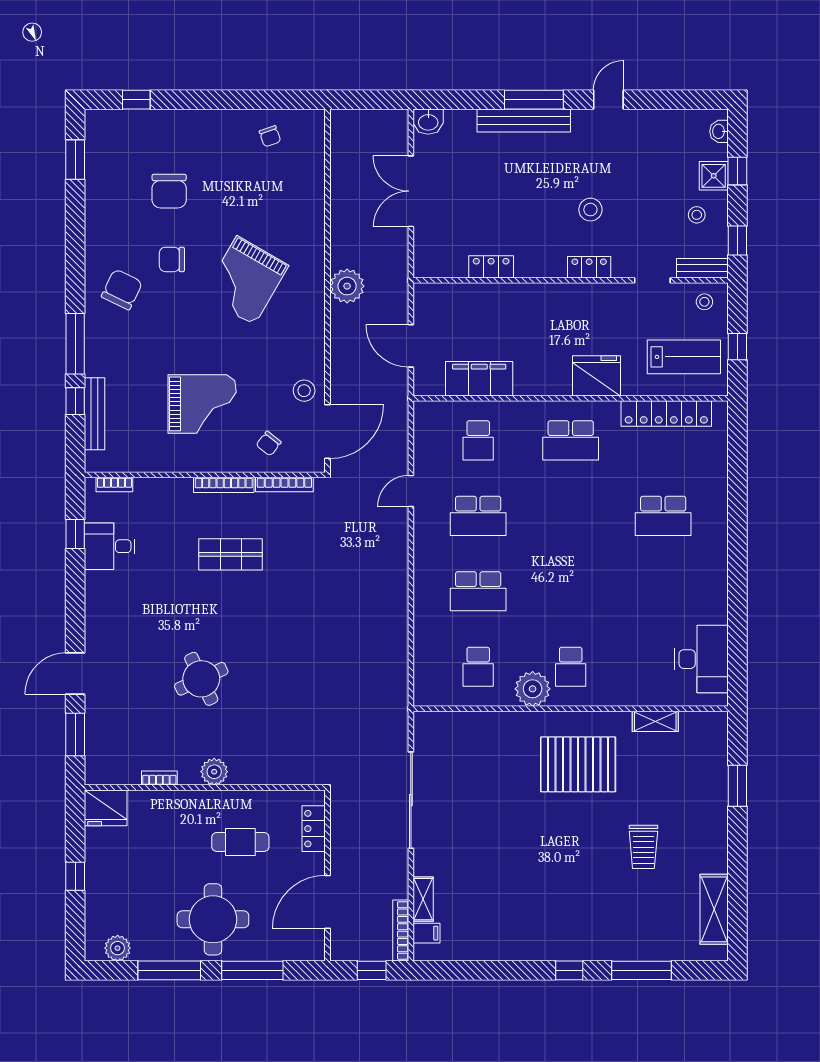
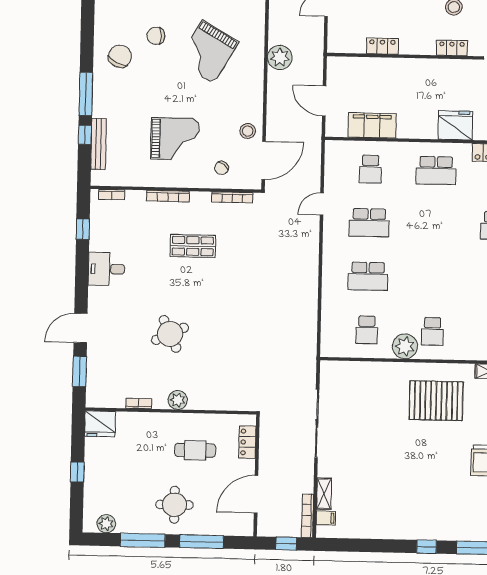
bookcase: (224, 485) -> (168, 196), moved
desk: (110, 546) -> (106, 269), moved
round table: (213, 919) -> (174, 505), width x0.73, depth x0.73

